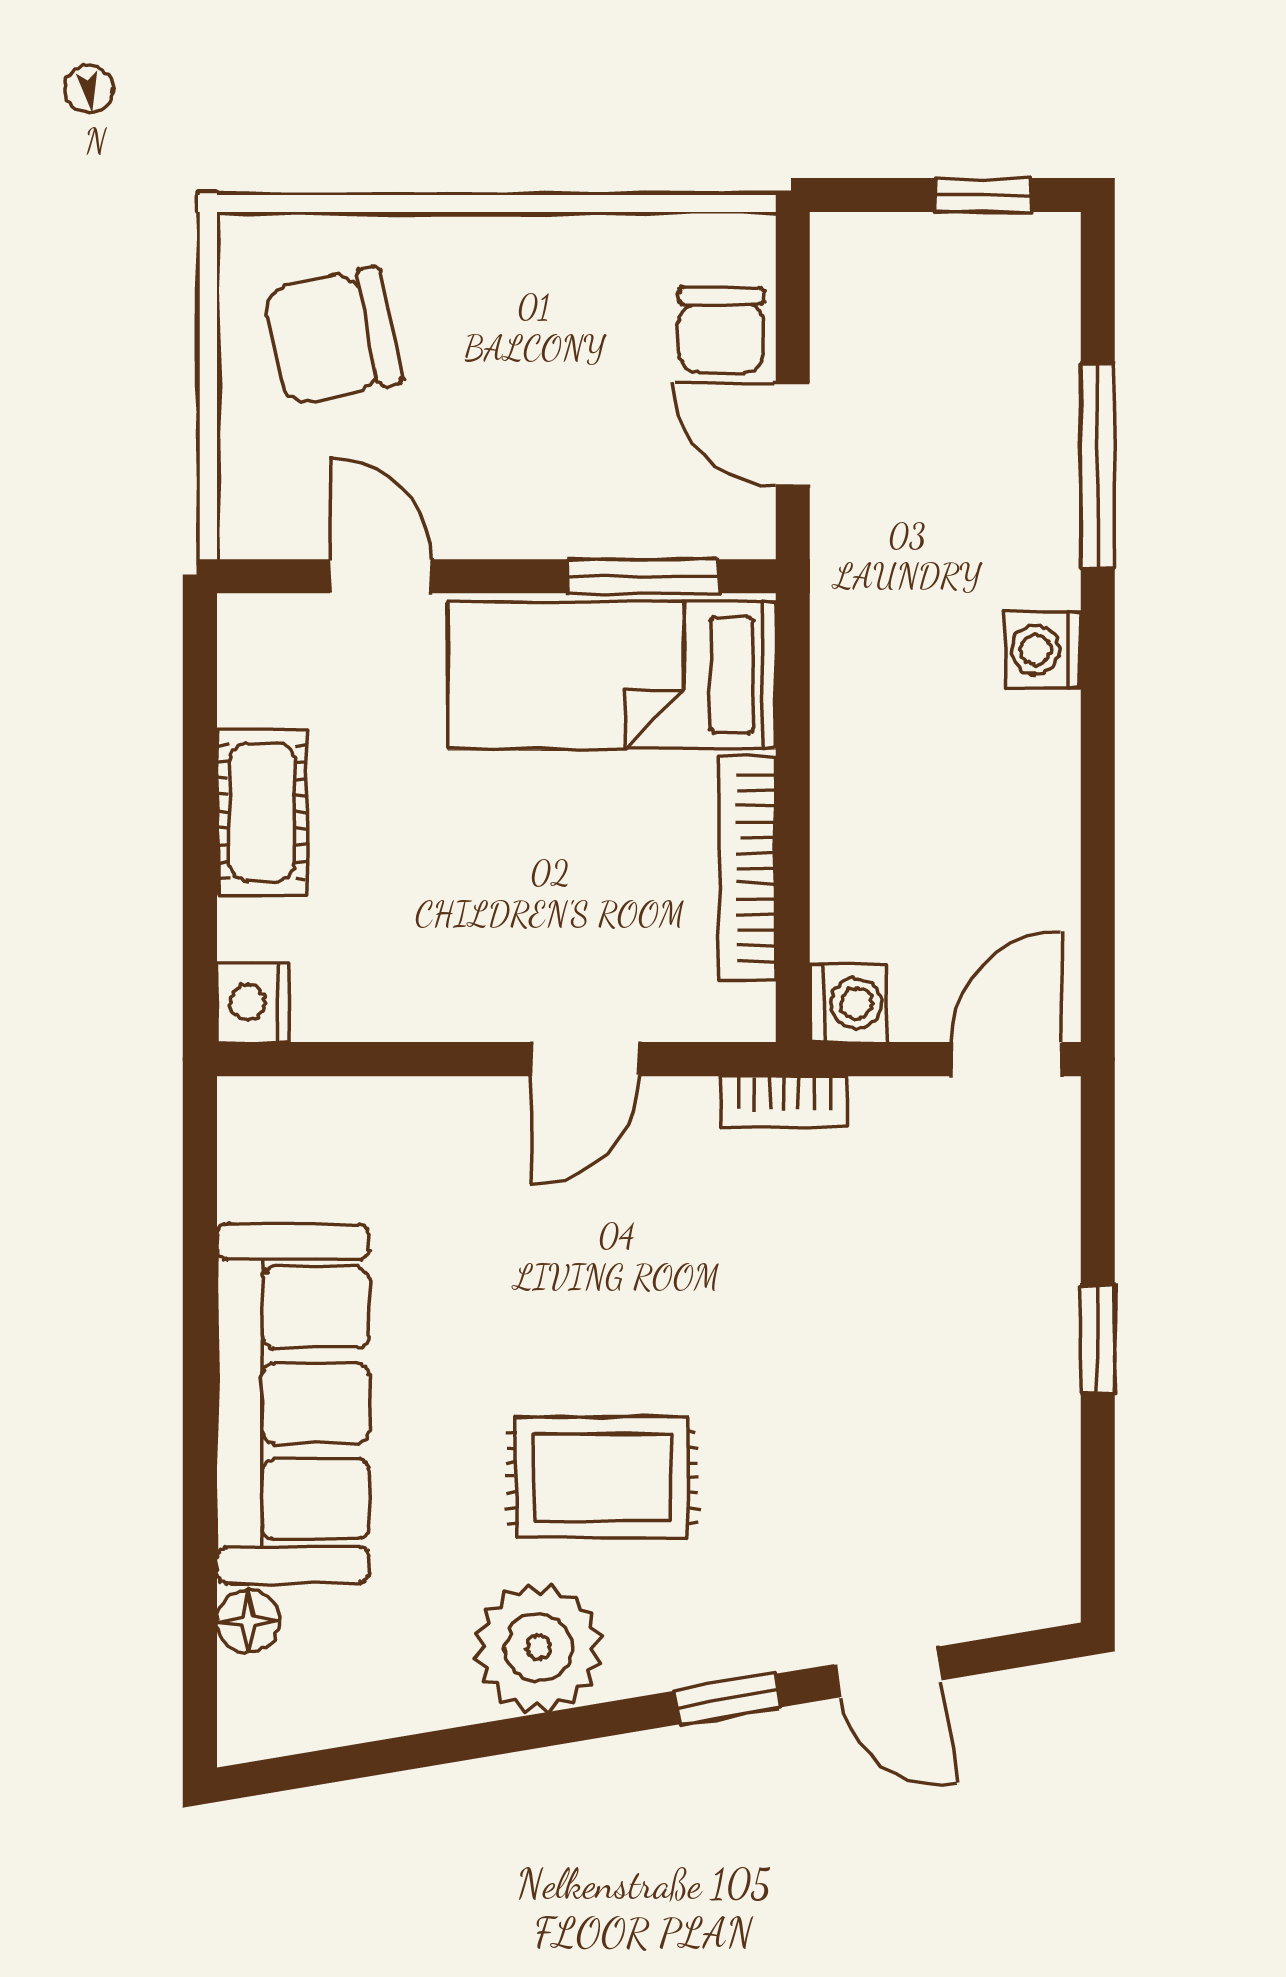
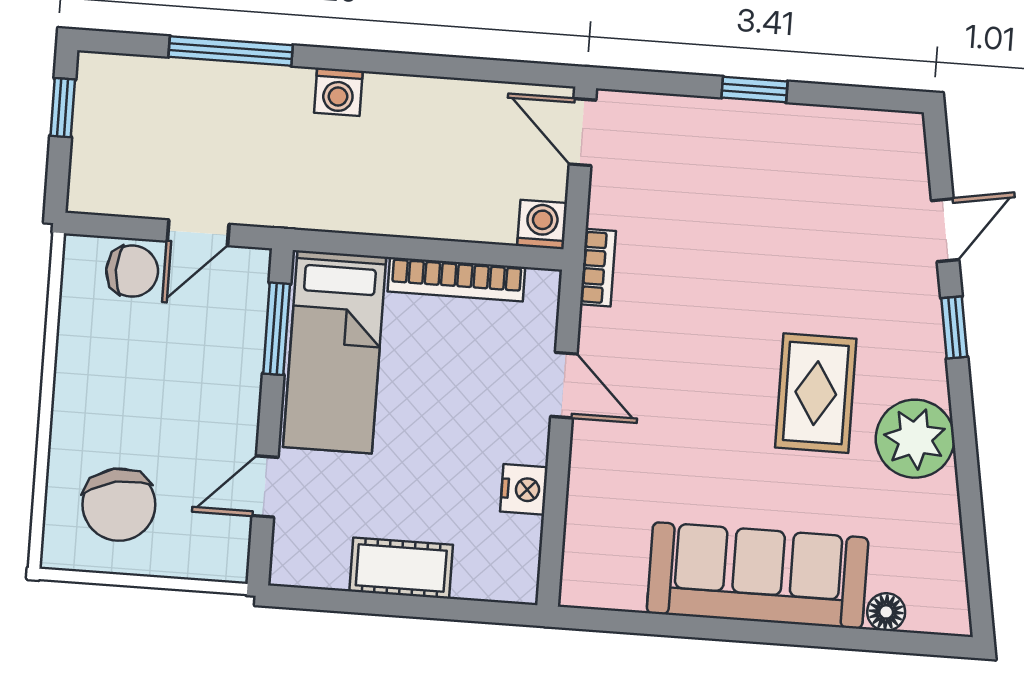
nightstand: (253, 1002) -> (524, 489), moved, turned -90

